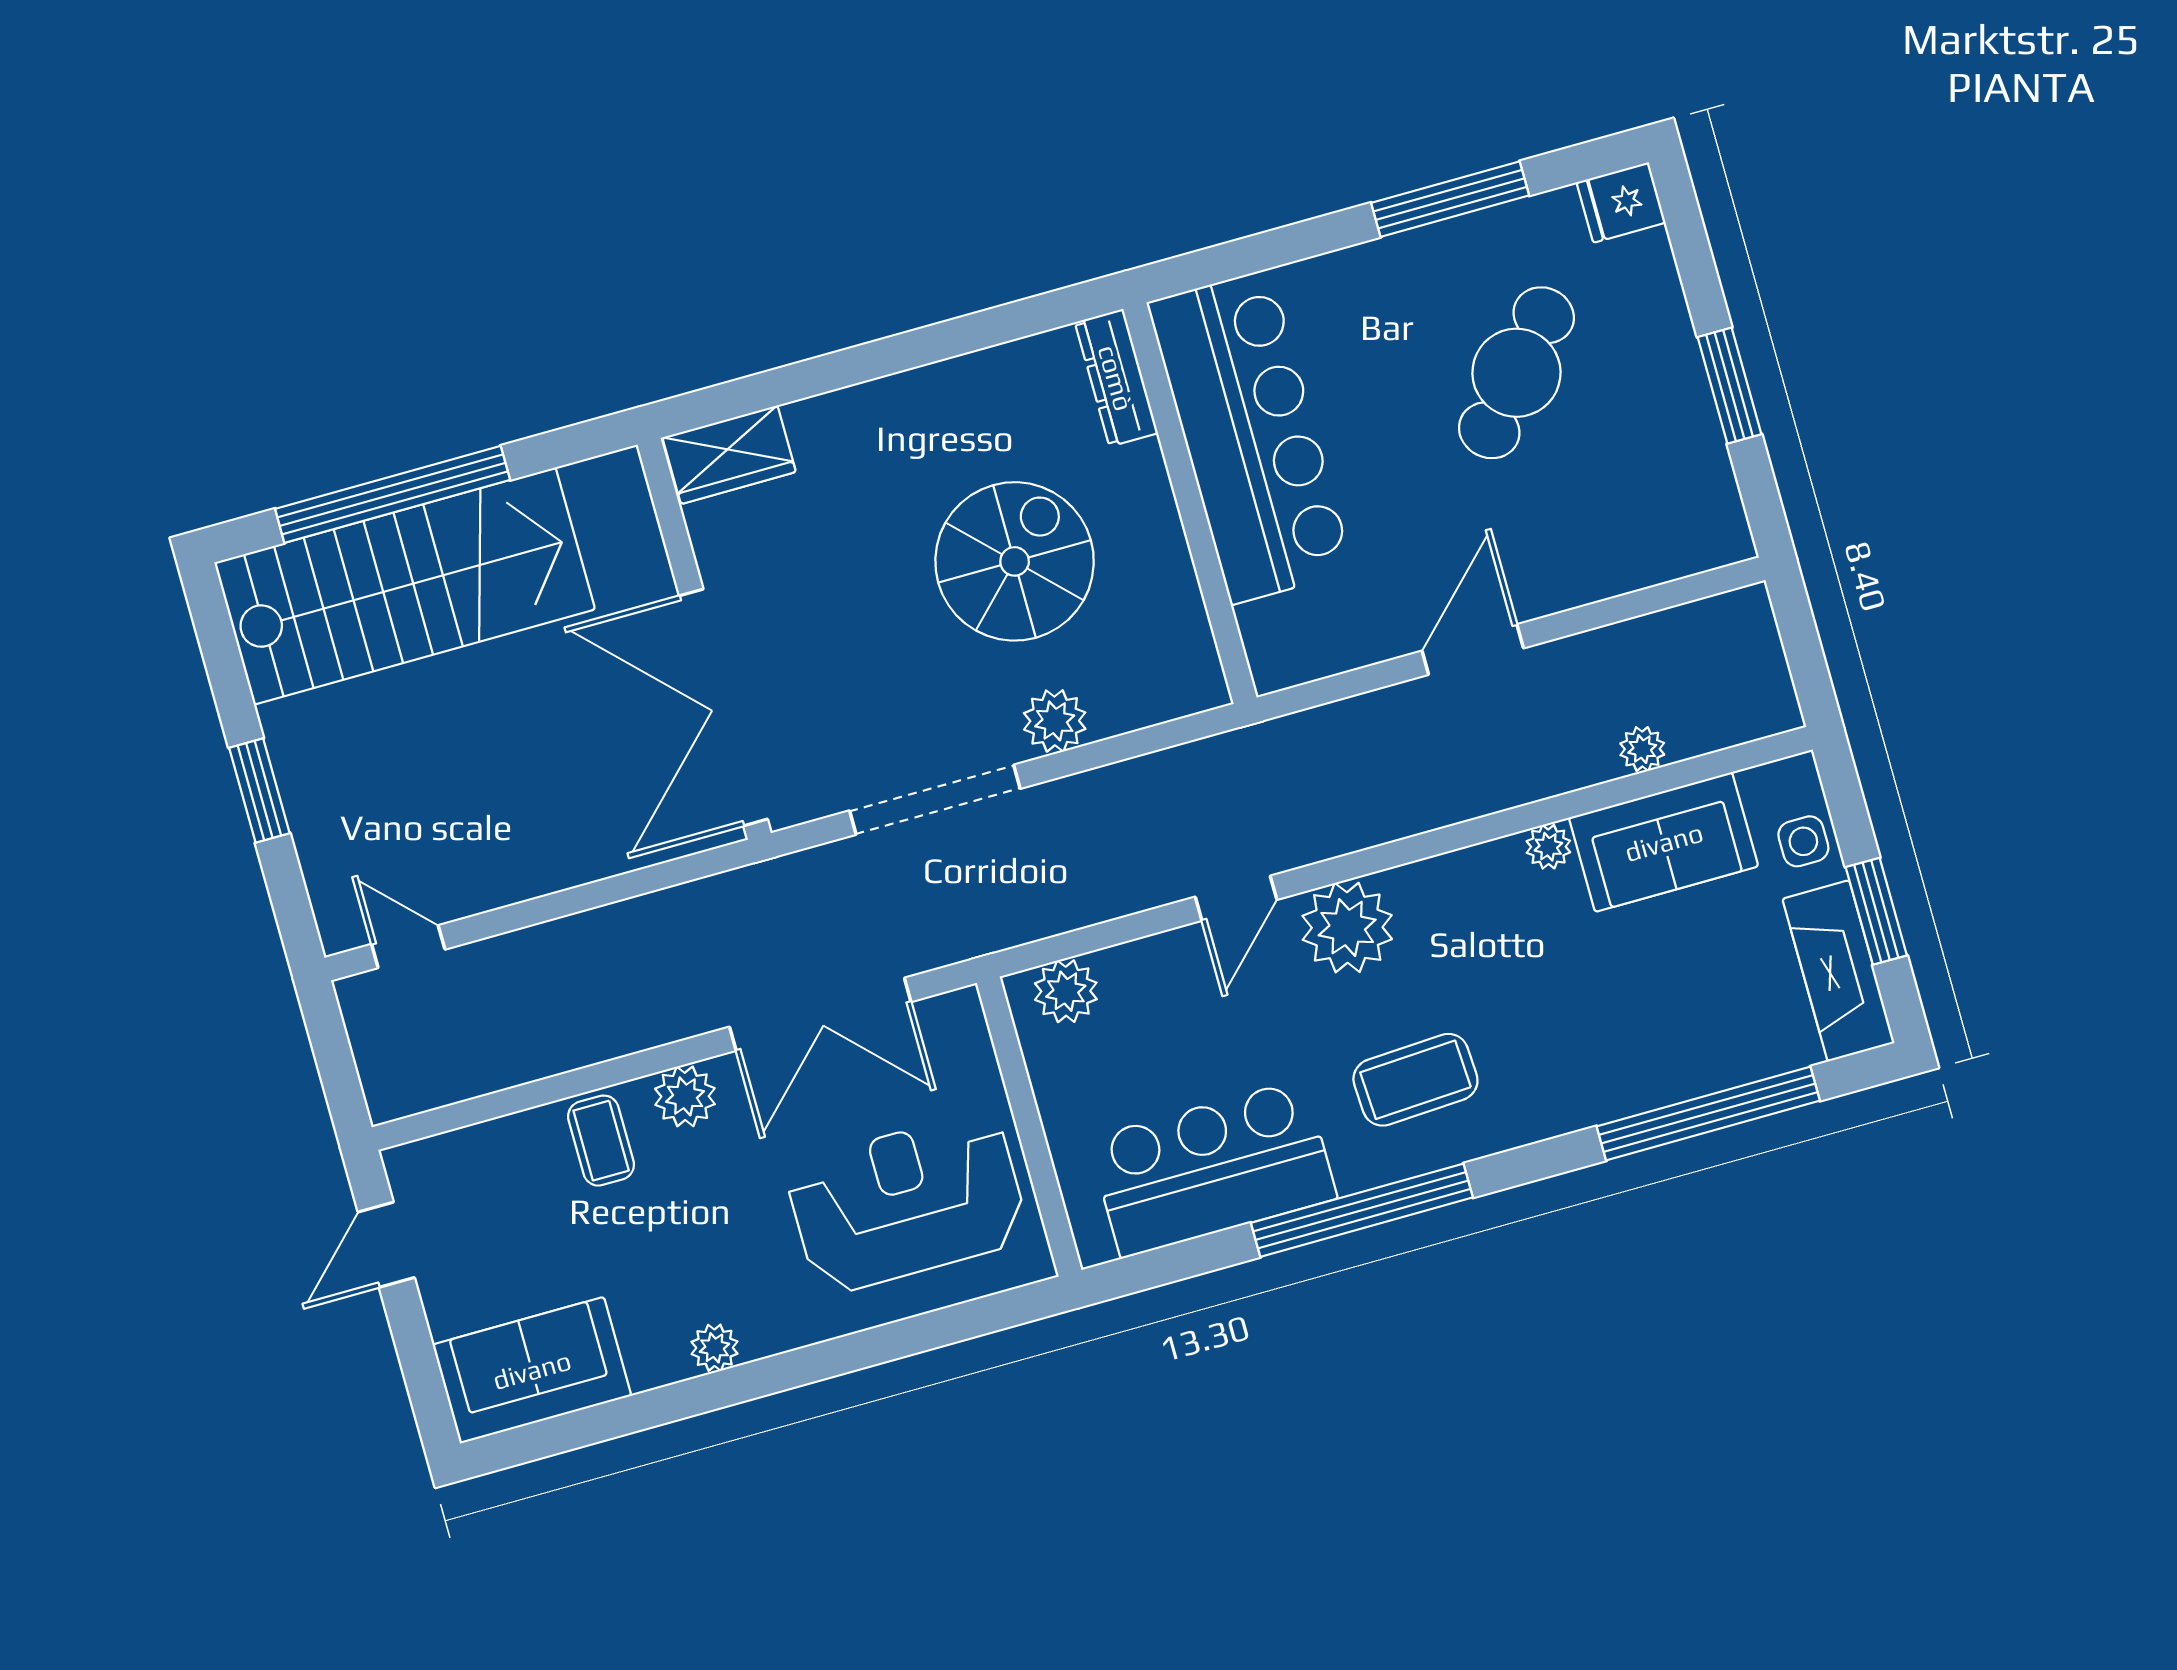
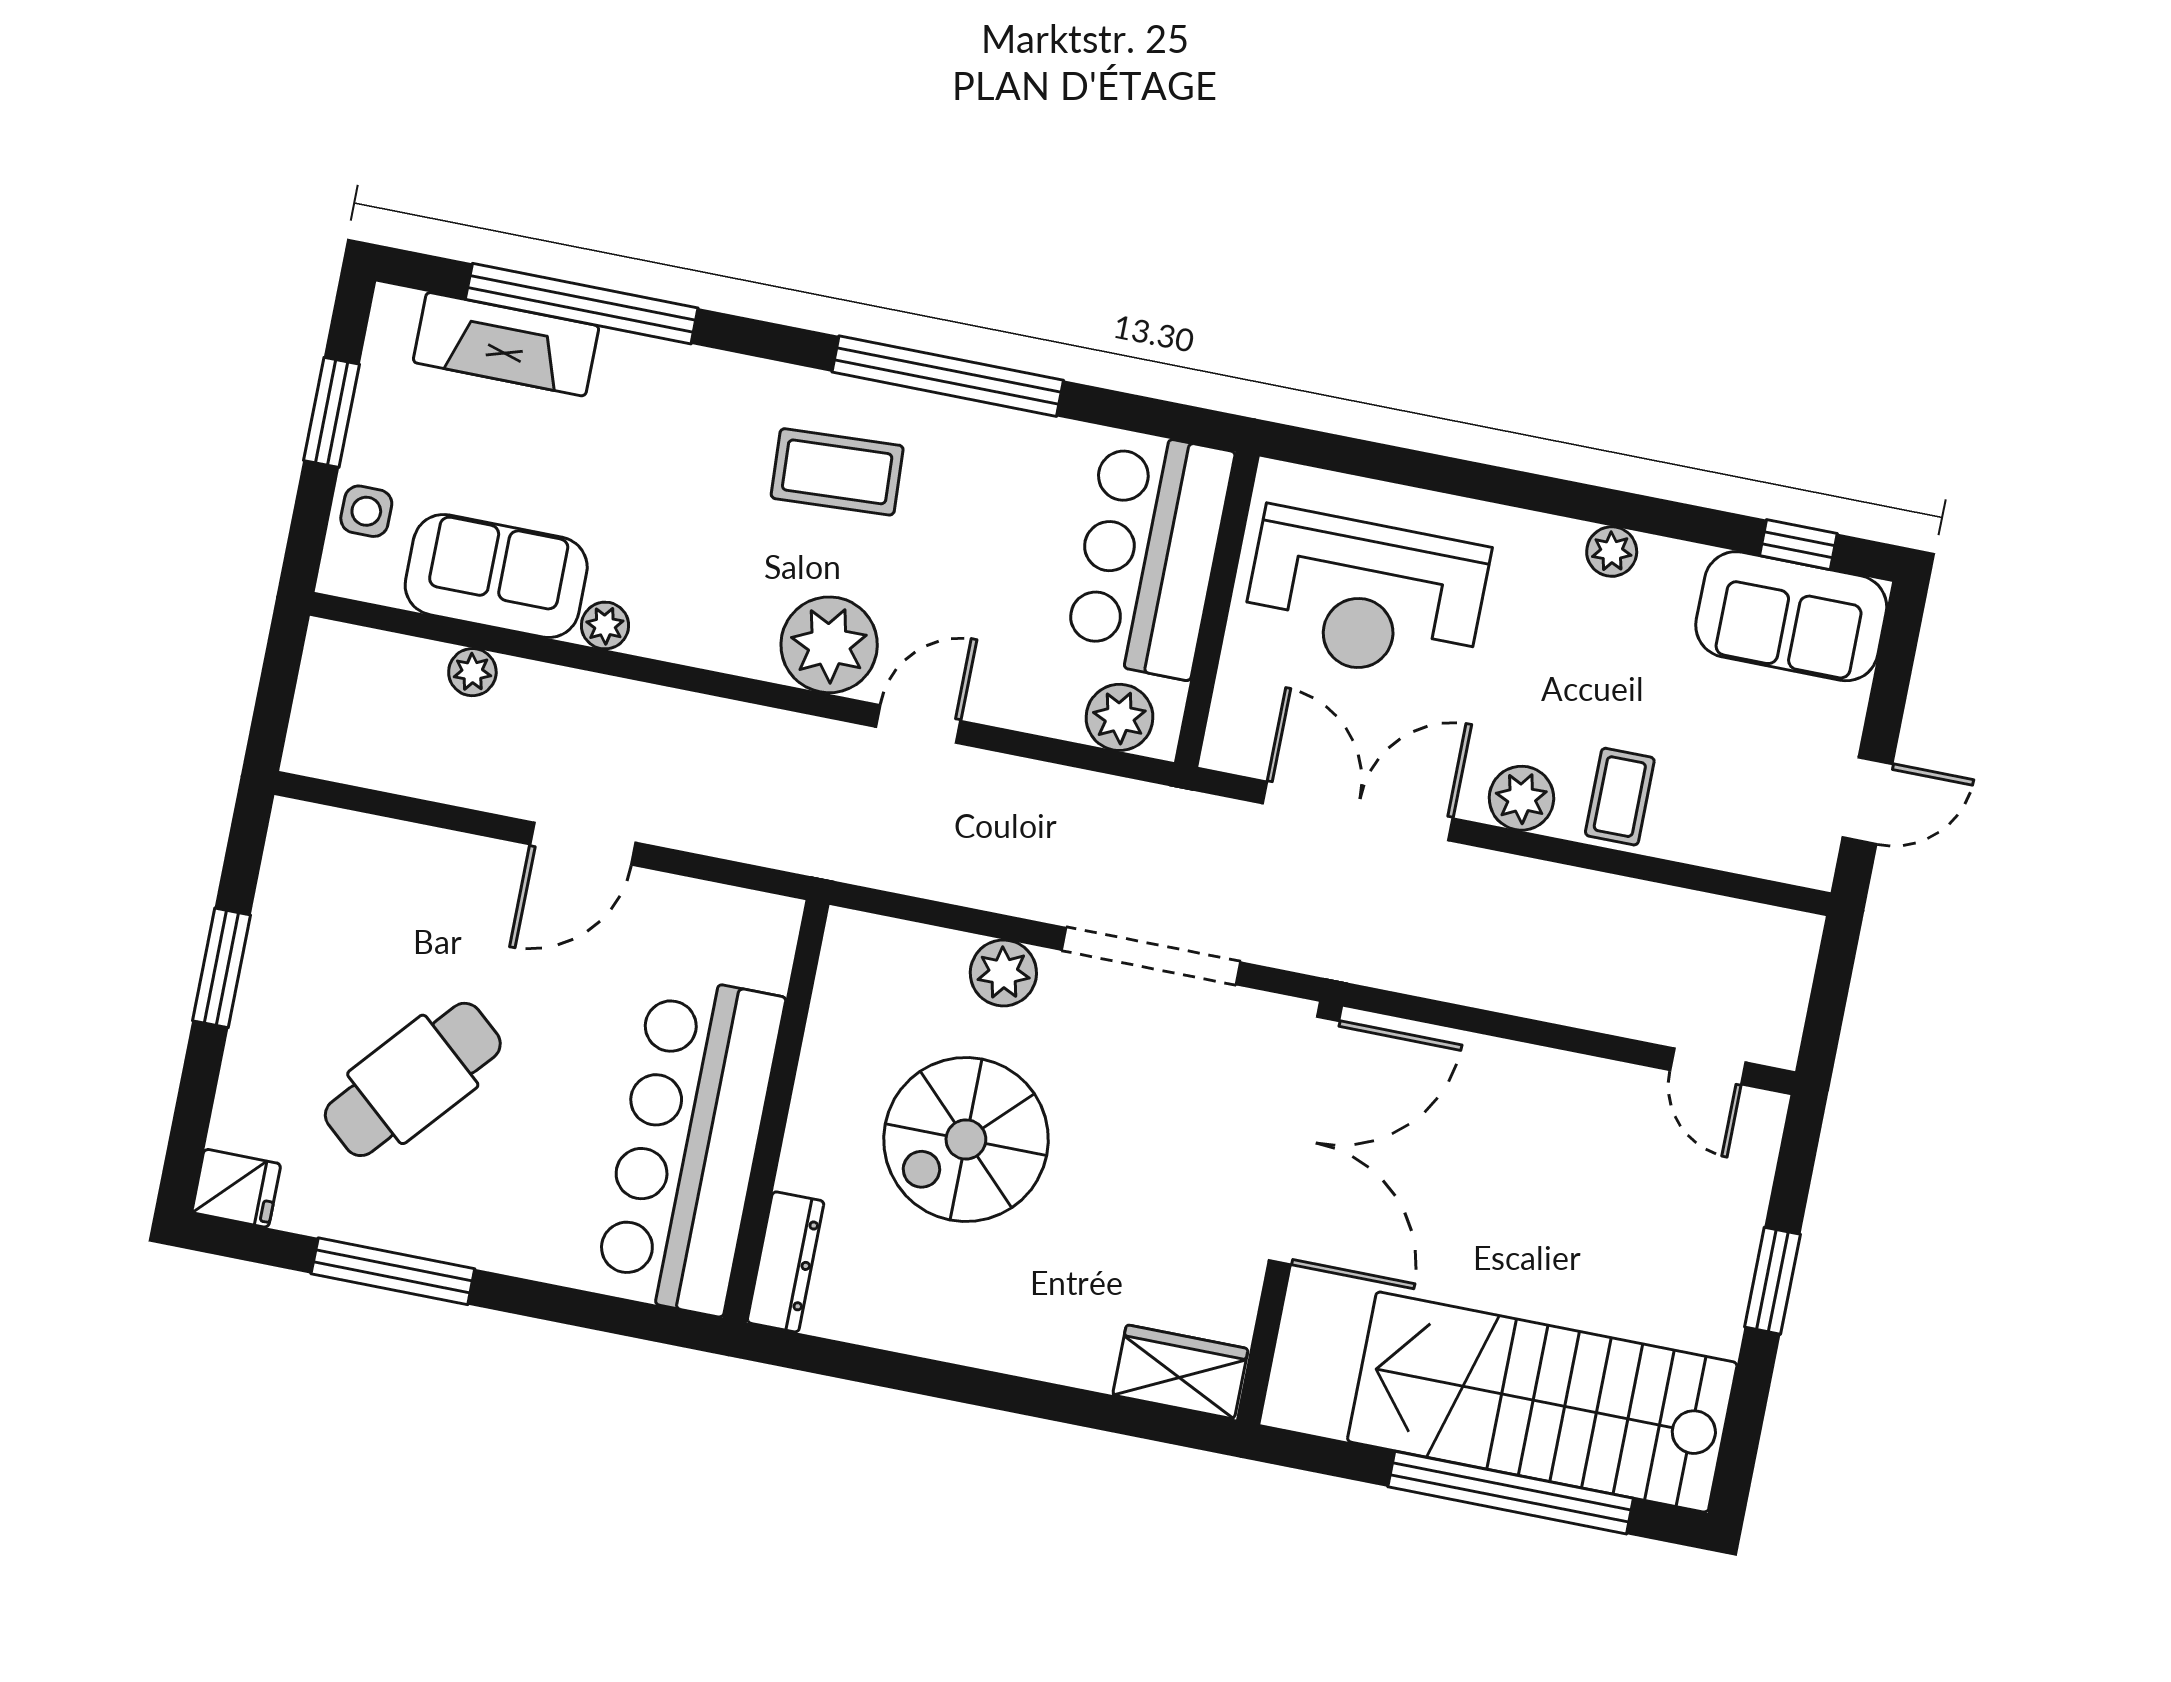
fireplace: (1838, 971) -> (506, 344), moved, turned 90
bar counter: (1213, 1169) -> (1149, 554), moved, turned 90
window: (557, 1435) -> (1798, 545), added

